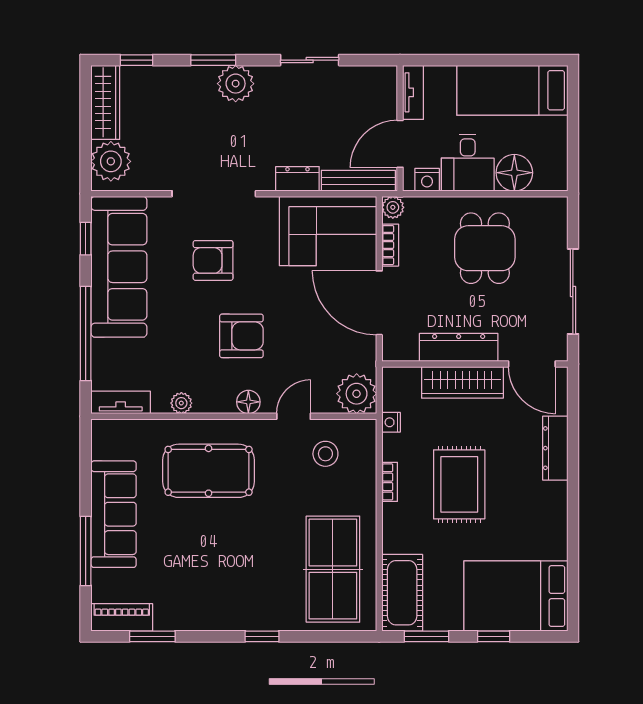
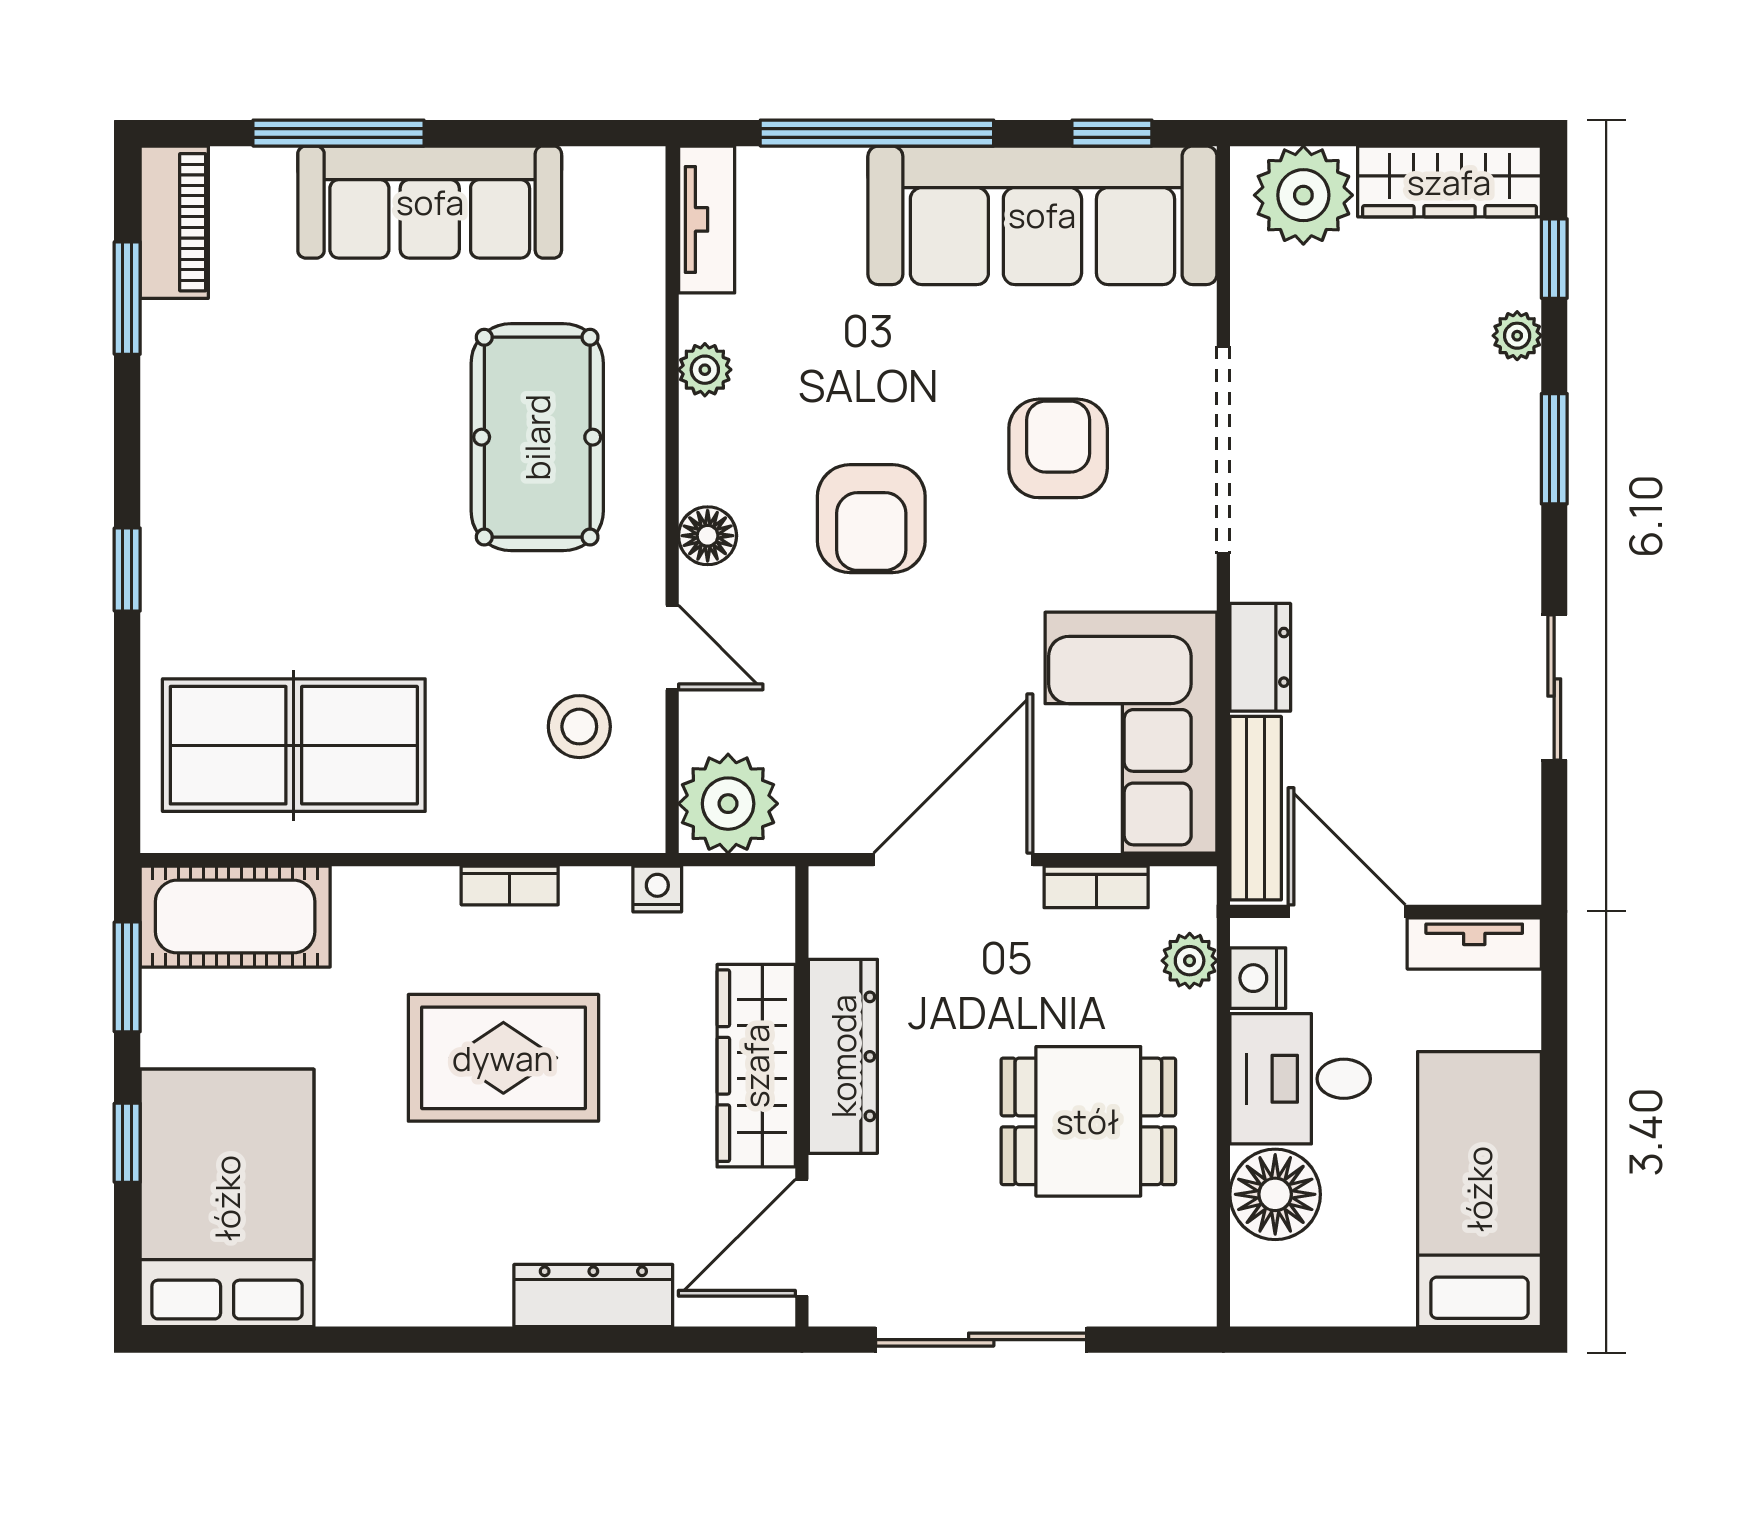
plant: (236, 84) -> (1517, 336), moved, width x0.53, depth x0.53
plant: (393, 207) -> (1190, 961), moved

